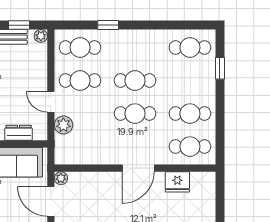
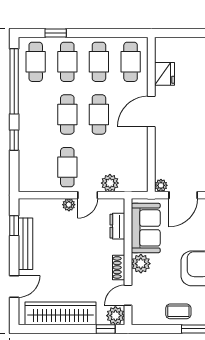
window: (170, 25) -> (14, 81), added
plant: (41, 36) -> (69, 205), moved
cafe table: (80, 47) -> (67, 62), moved
door: (138, 168) -> (151, 112), swing flipped

